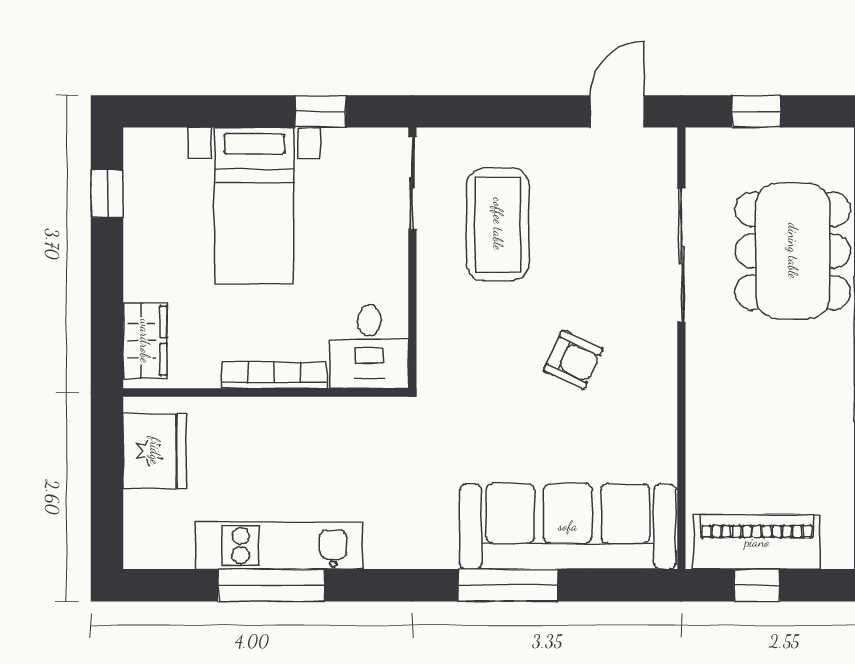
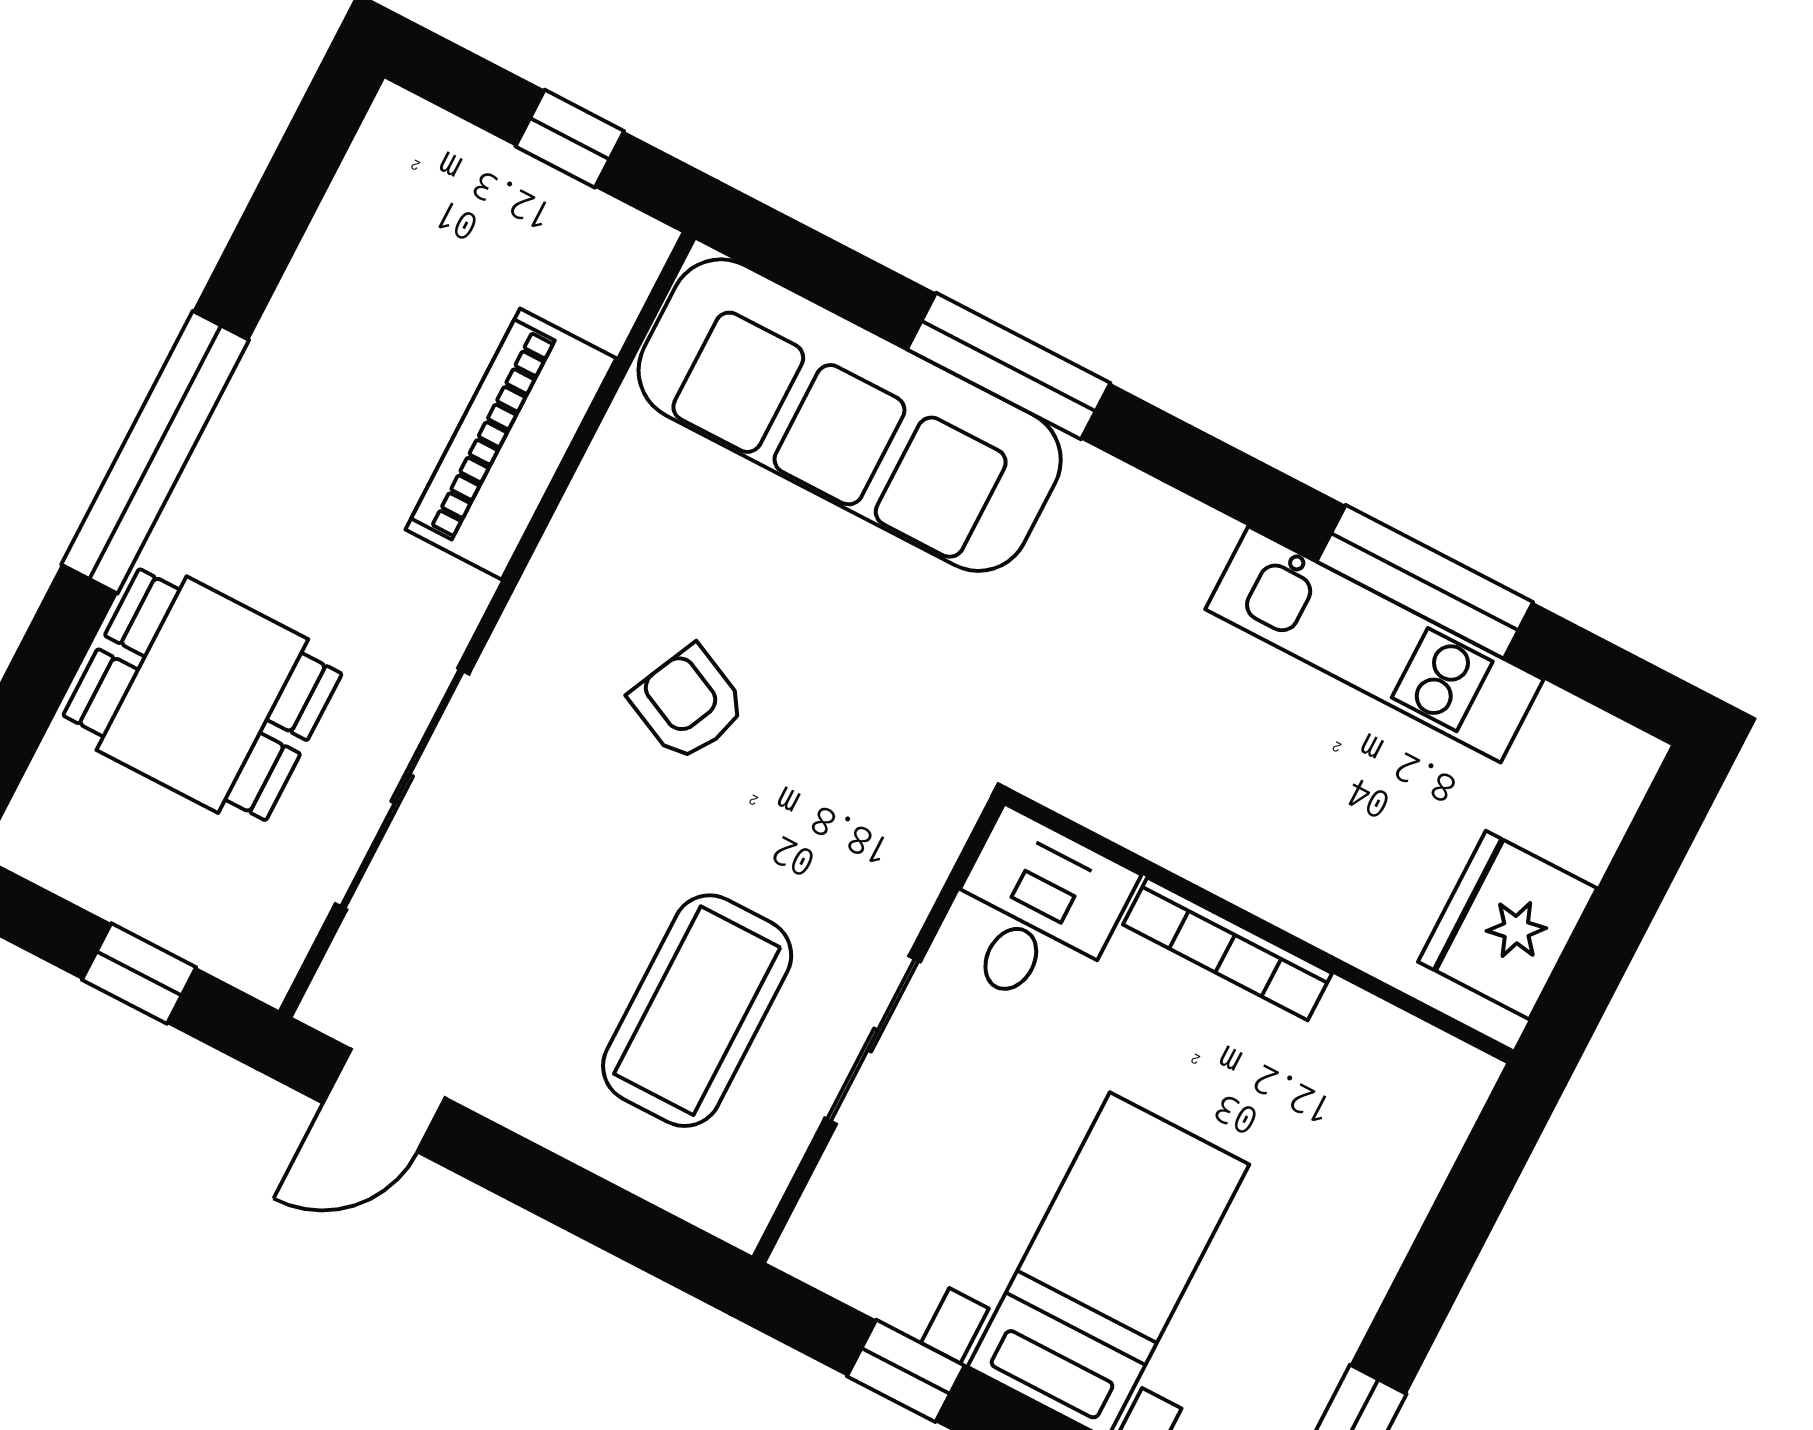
sliding door: (412, 183) -> (873, 1040), moved
dining table: (793, 251) -> (202, 695), width x0.73
wardrobe: (145, 341) -> (1424, 1128), removed
piano: (757, 542) -> (511, 444), moved, turned 90

